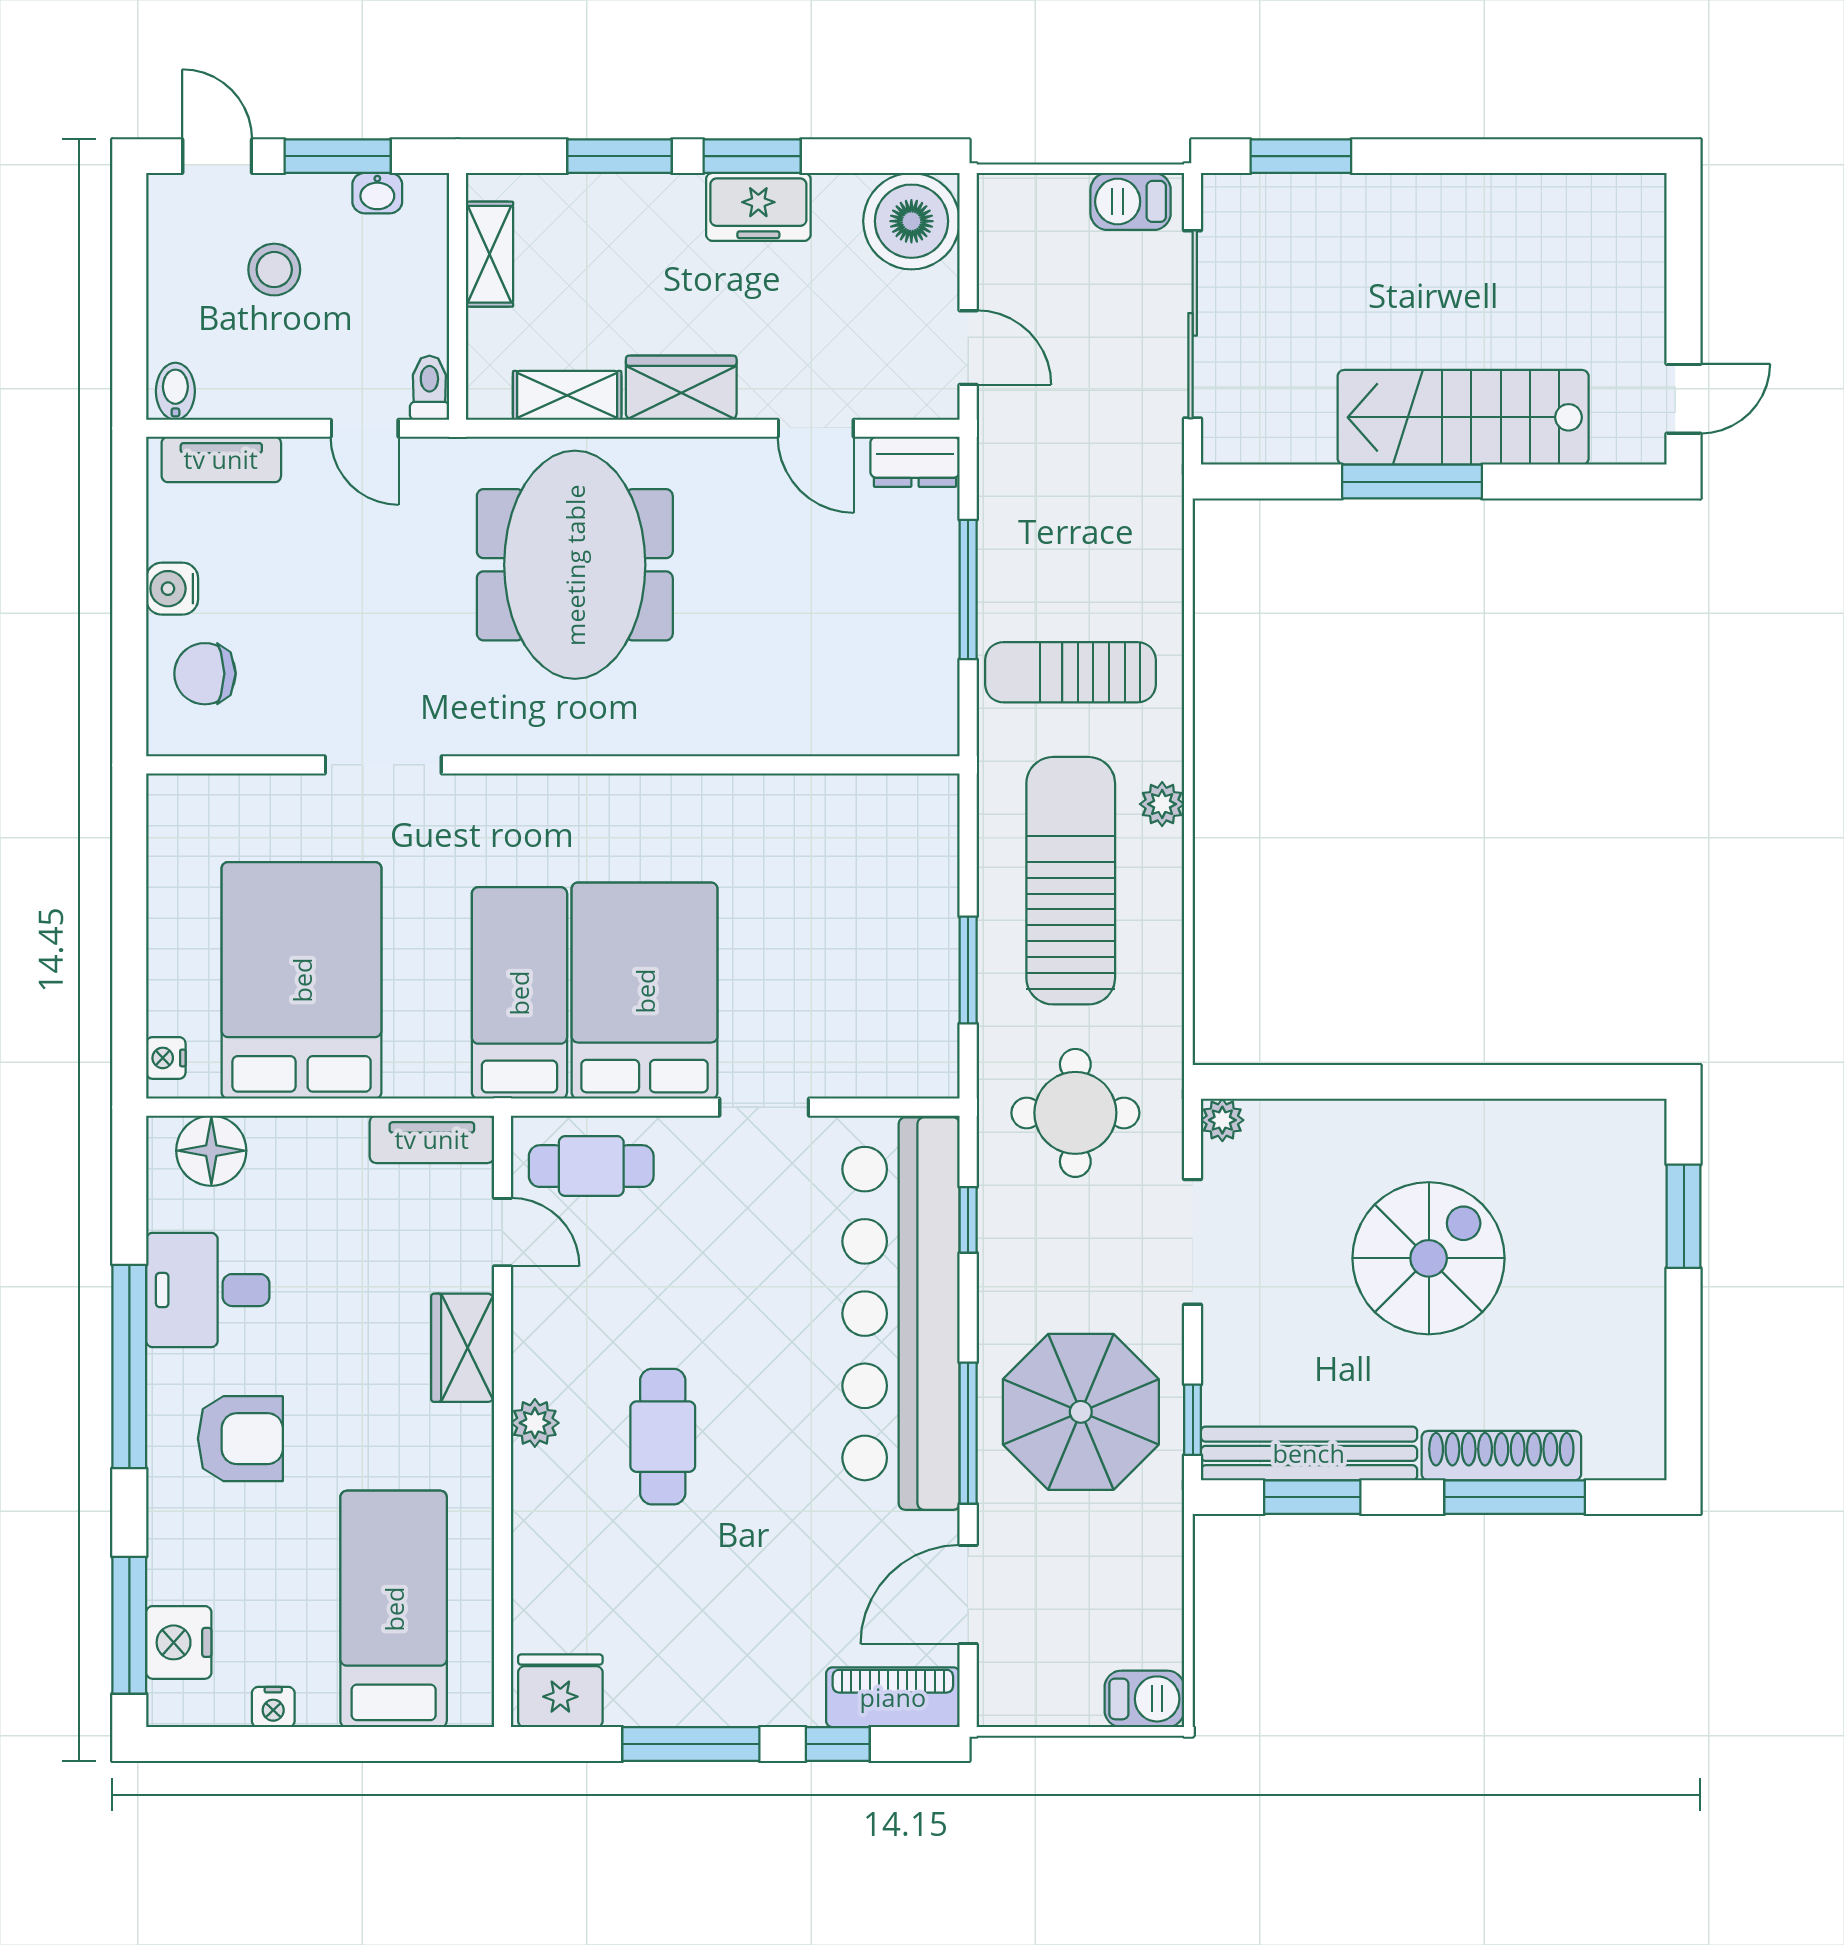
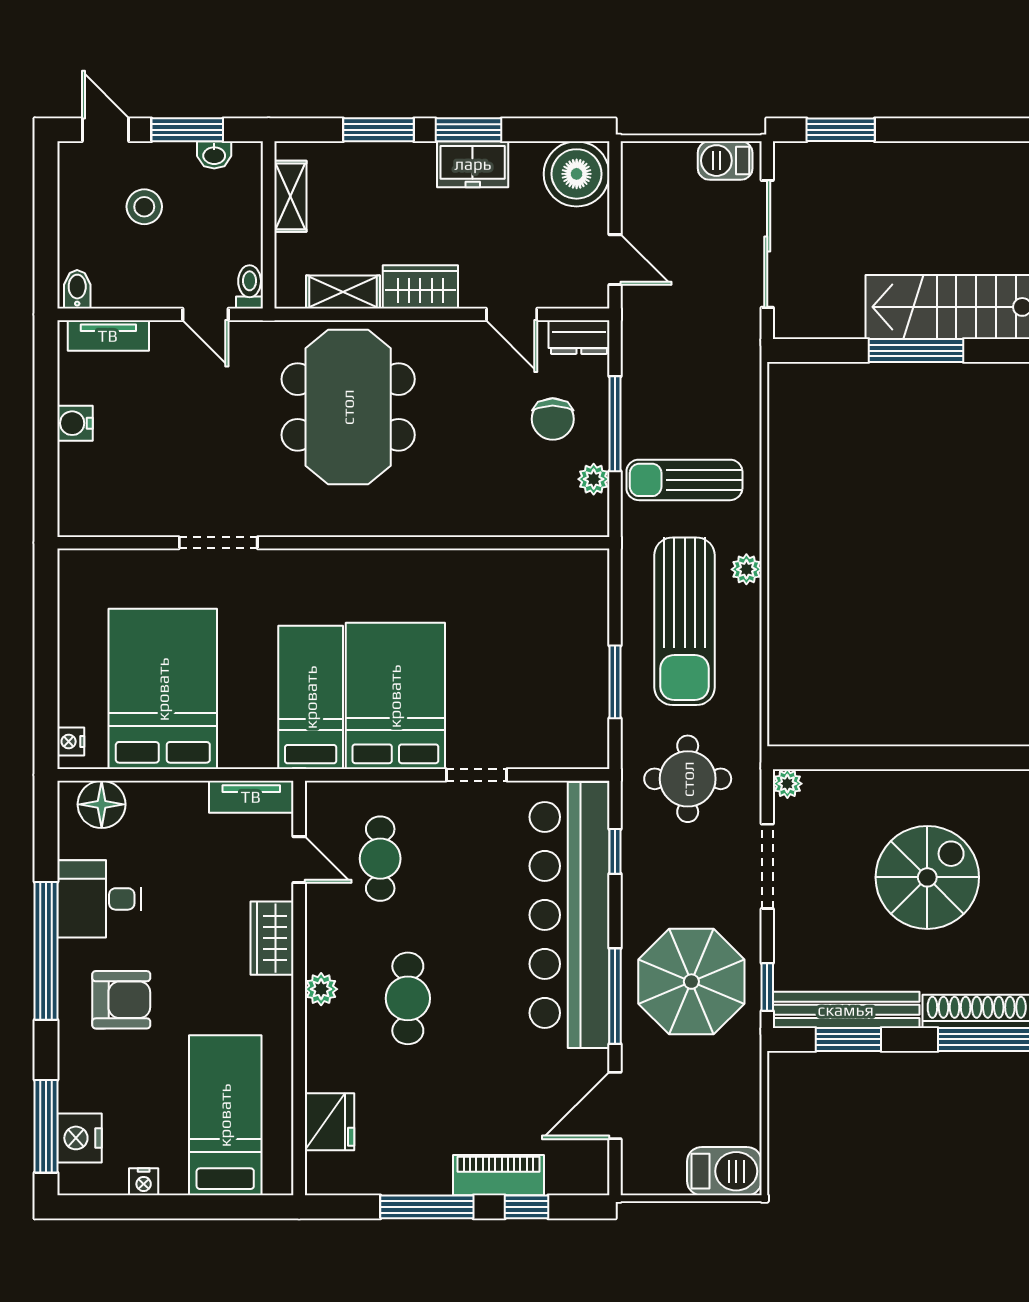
plant: (937, 671) -> (594, 479), added
chair: (205, 674) -> (553, 419), moved, turned -90
sun lounger: (1071, 881) -> (685, 621), turned 180
cafe table: (591, 1166) -> (380, 859), moved, turned 90
fridge: (560, 1691) -> (329, 1122), moved, turned 90
piano: (893, 1697) -> (498, 1175), moved
barbecue: (1144, 1699) -> (724, 1171), width x1.38, depth x1.27

